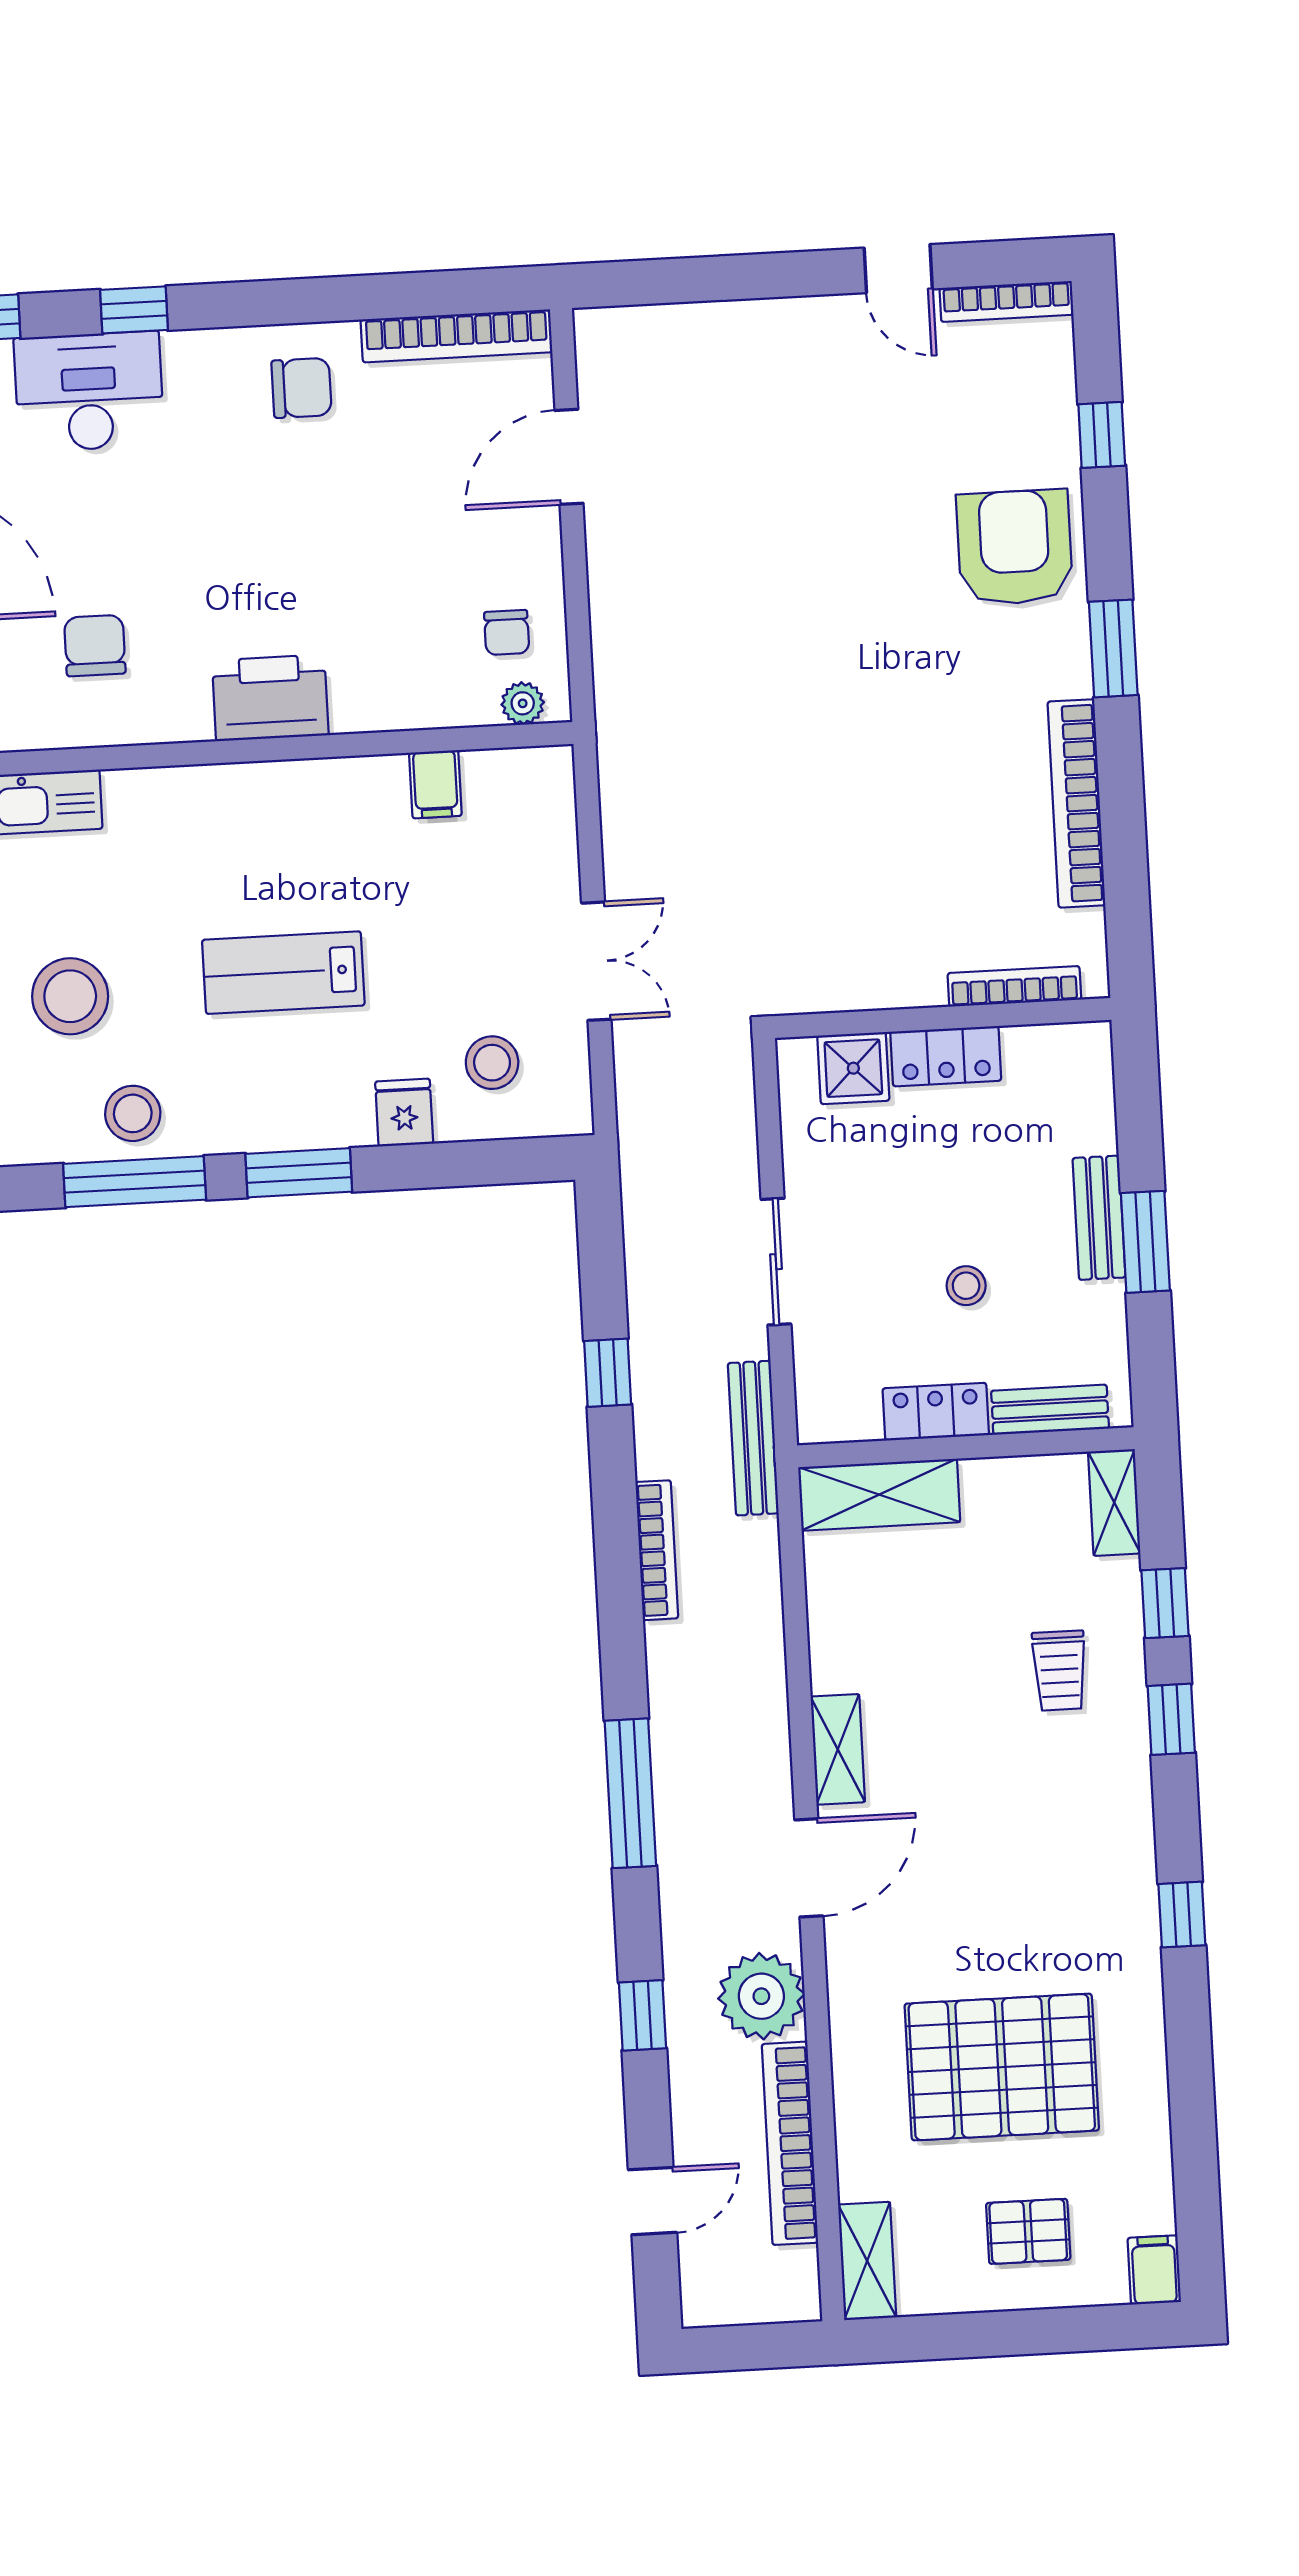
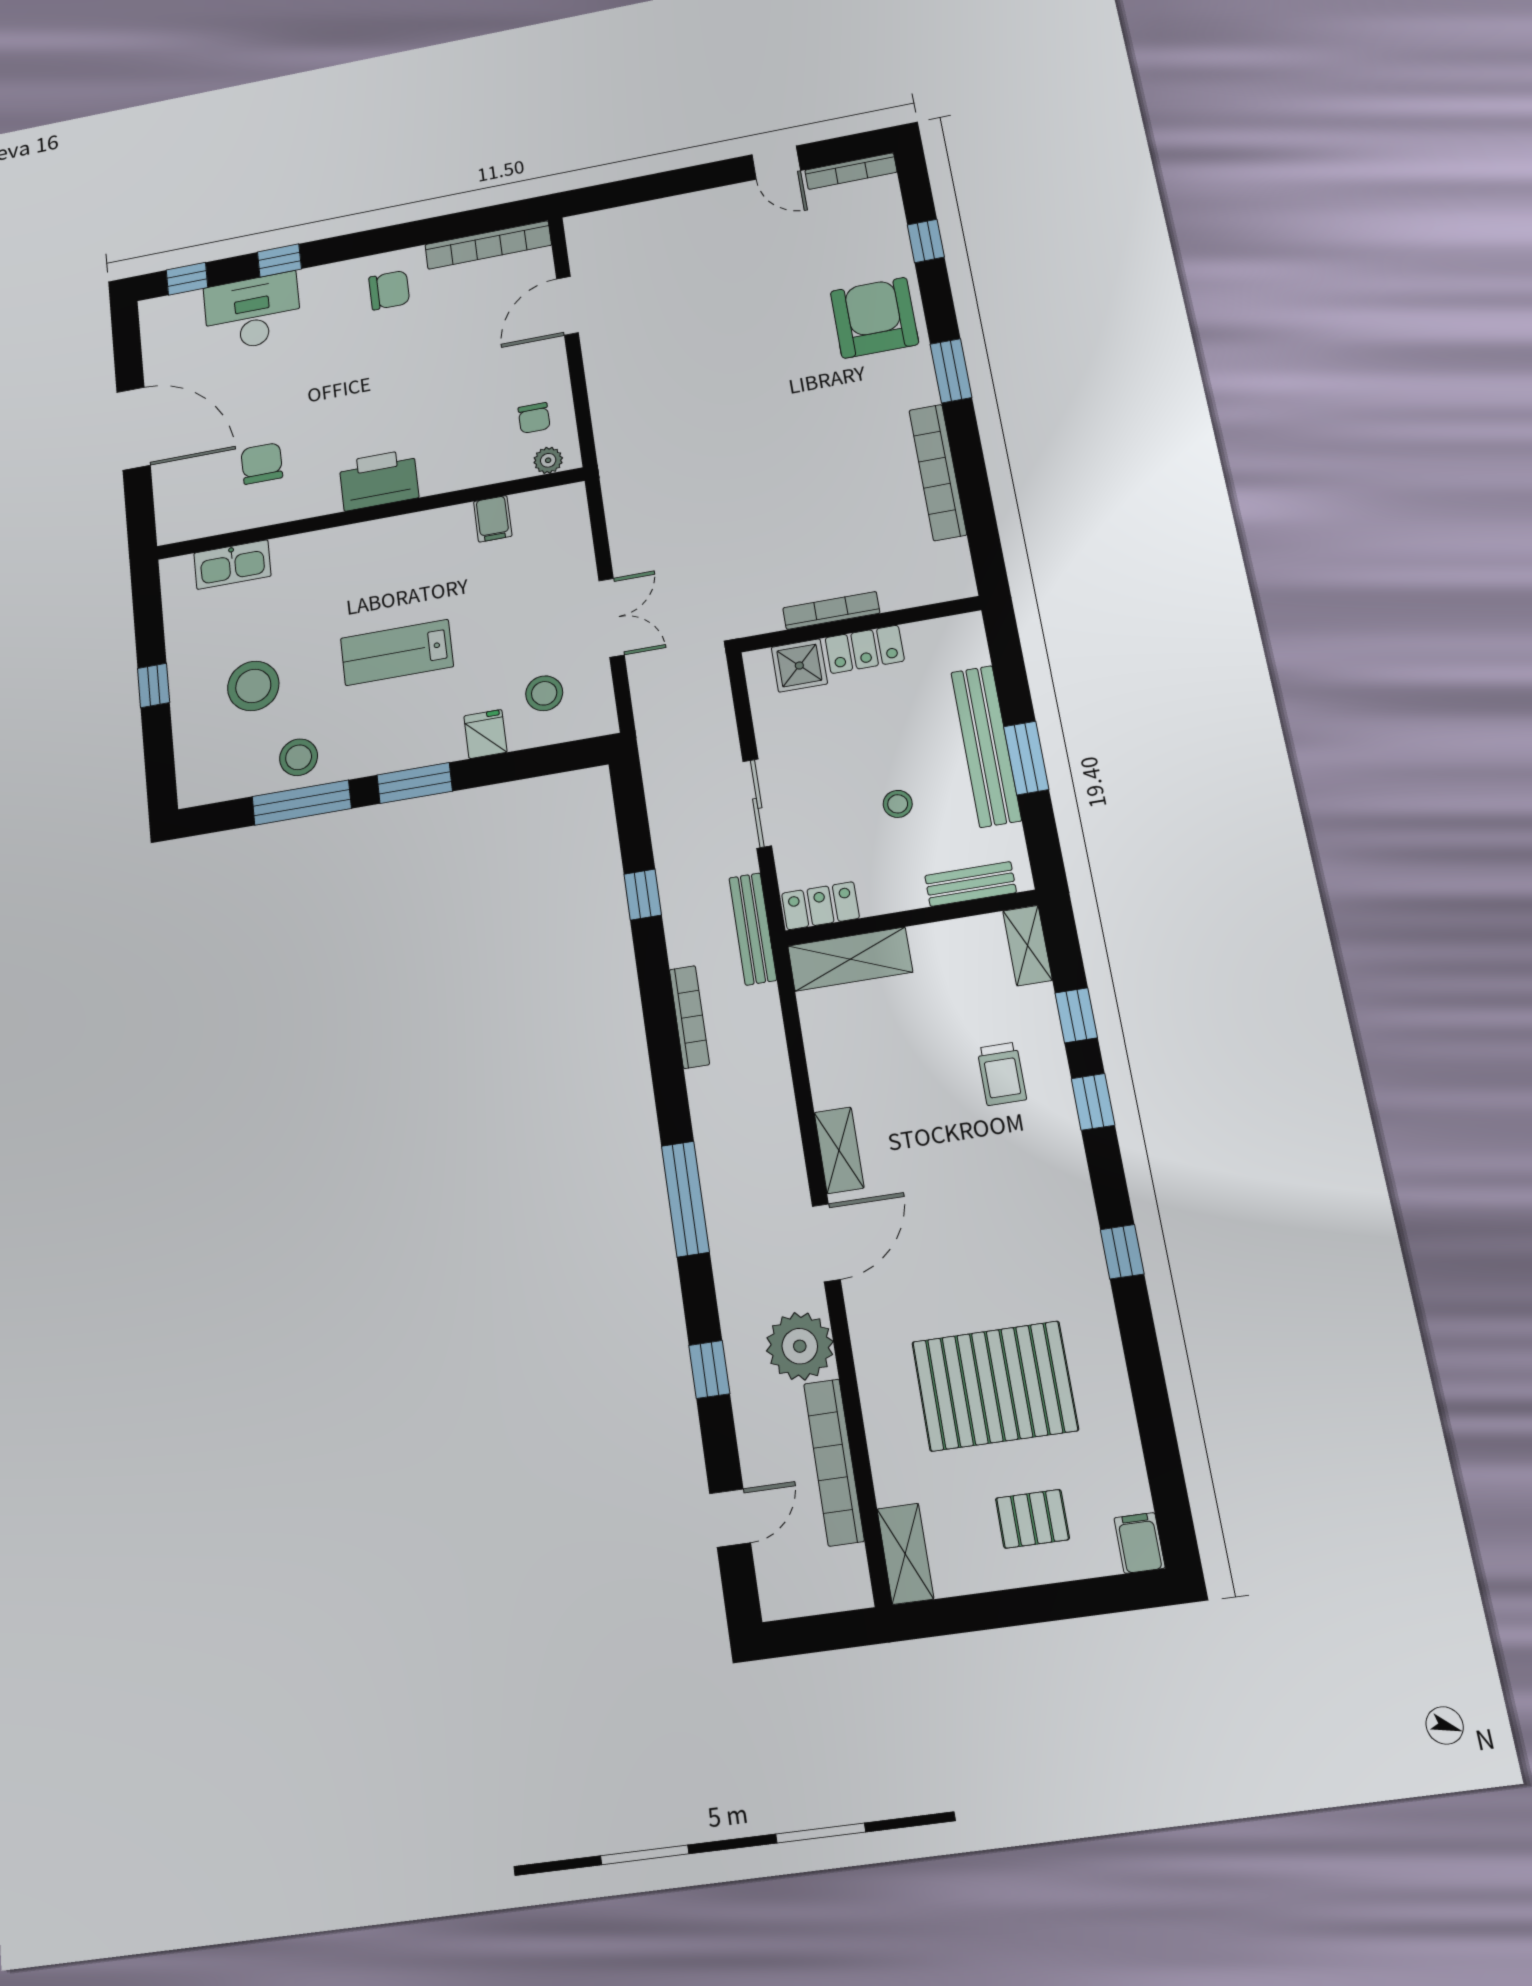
bookcase: (1014, 986) -> (831, 610), moved
bench: (1099, 1218) -> (986, 746), width x1.86, depth x1.21
locker: (936, 1412) -> (820, 906), moved

